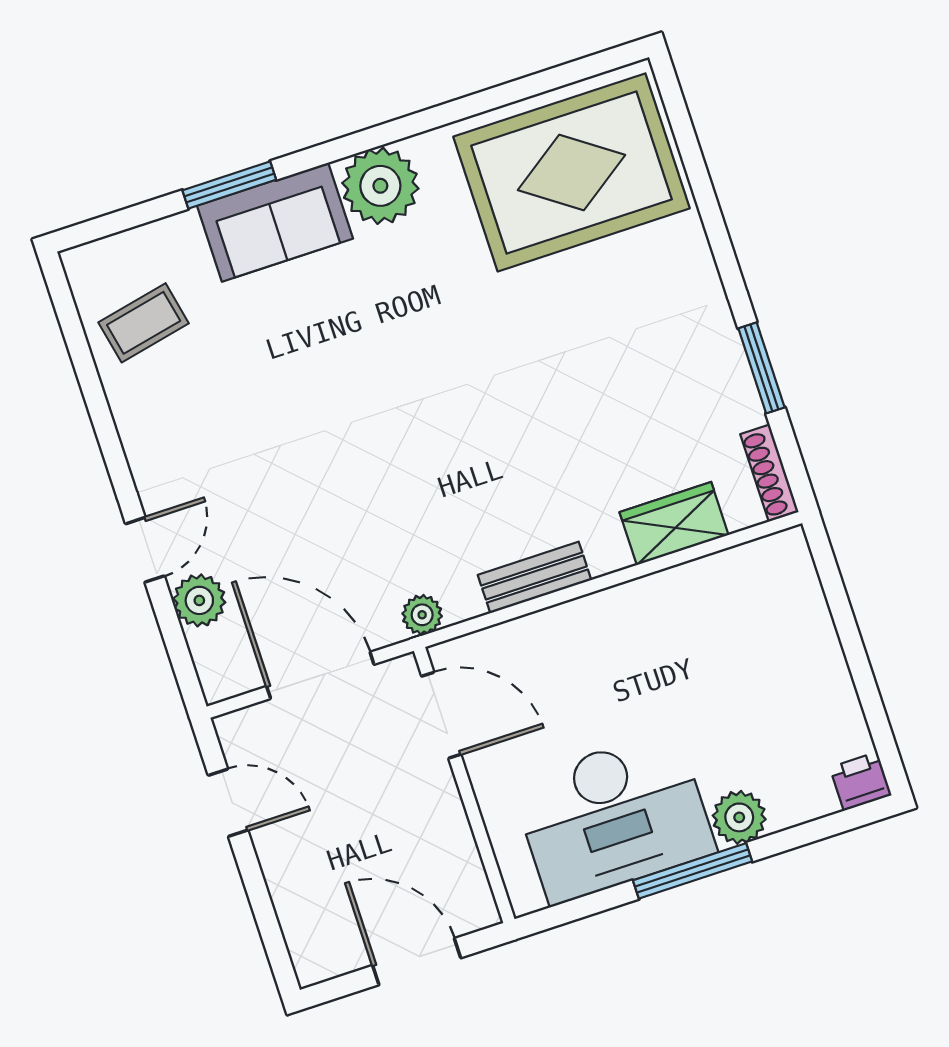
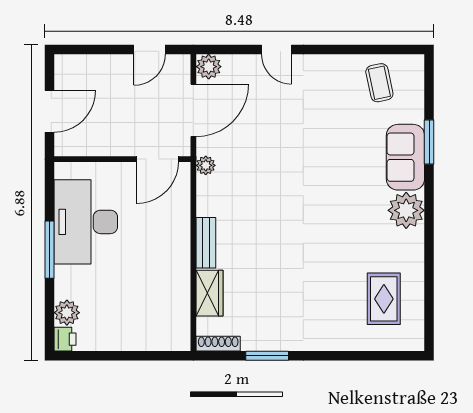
rug: (572, 172) -> (384, 299), width x0.54, depth x0.49
bench: (535, 578) -> (206, 243), moved
plant: (199, 600) -> (209, 67), moved
plant: (739, 817) -> (67, 313), moved

